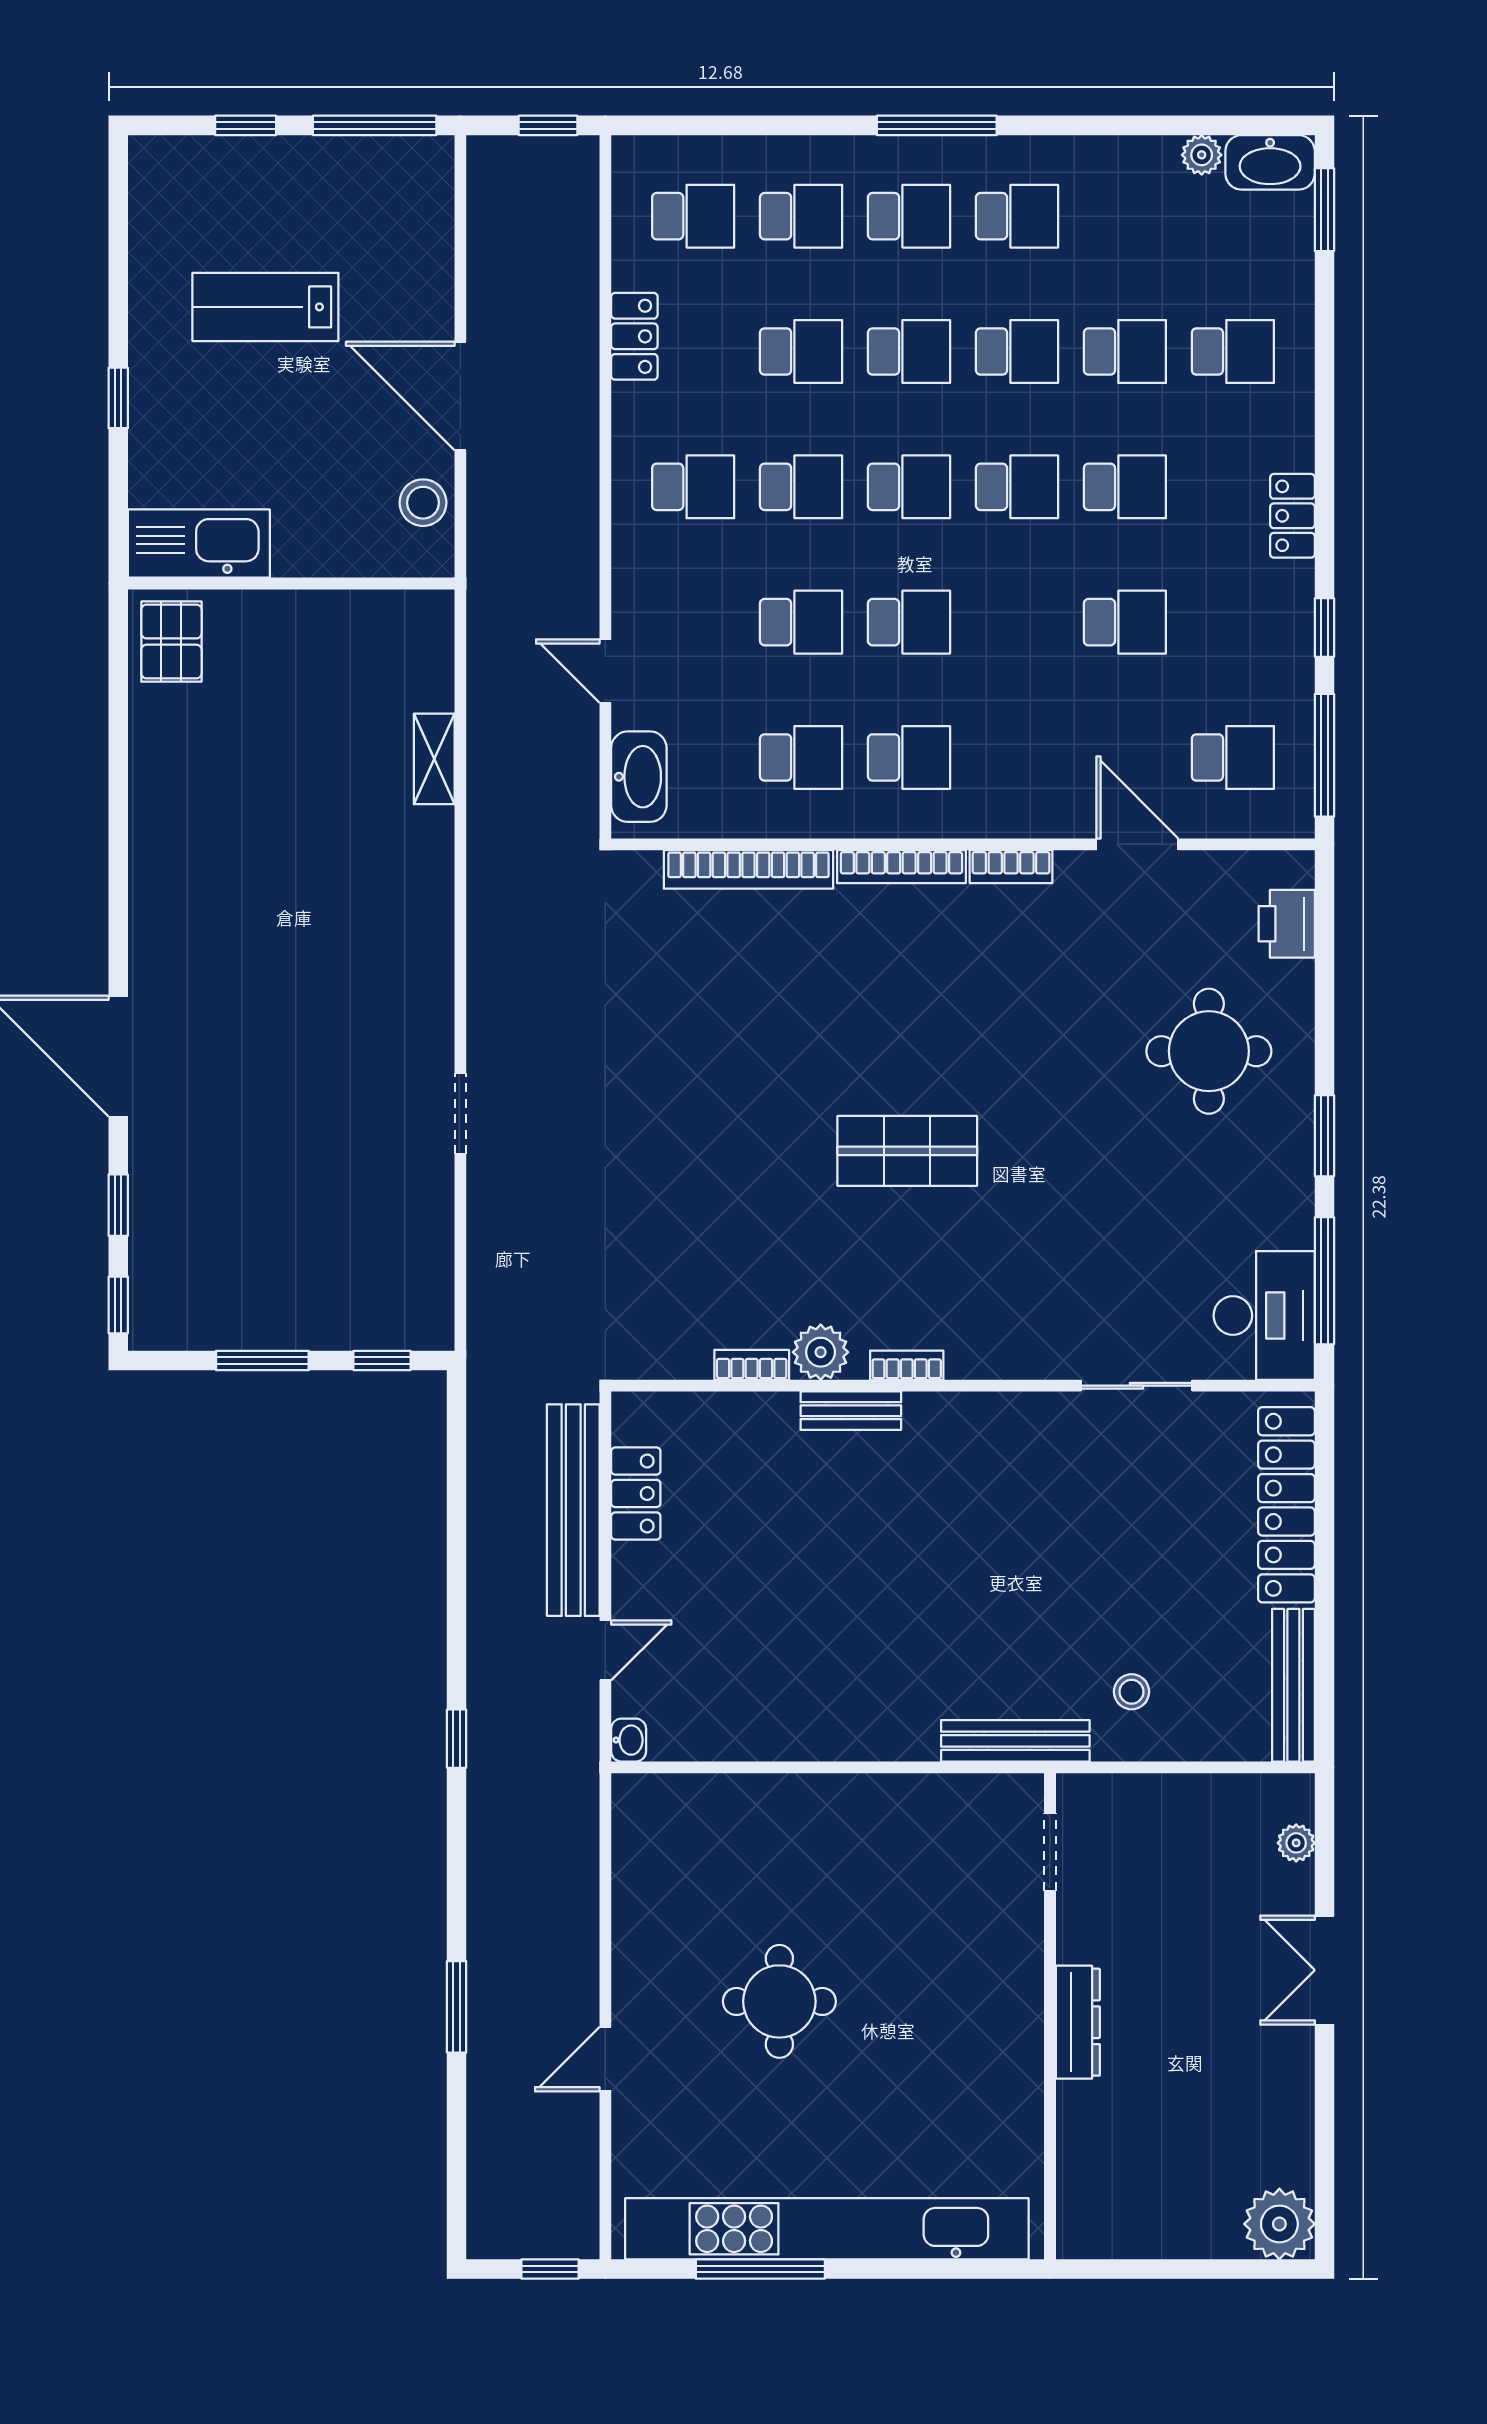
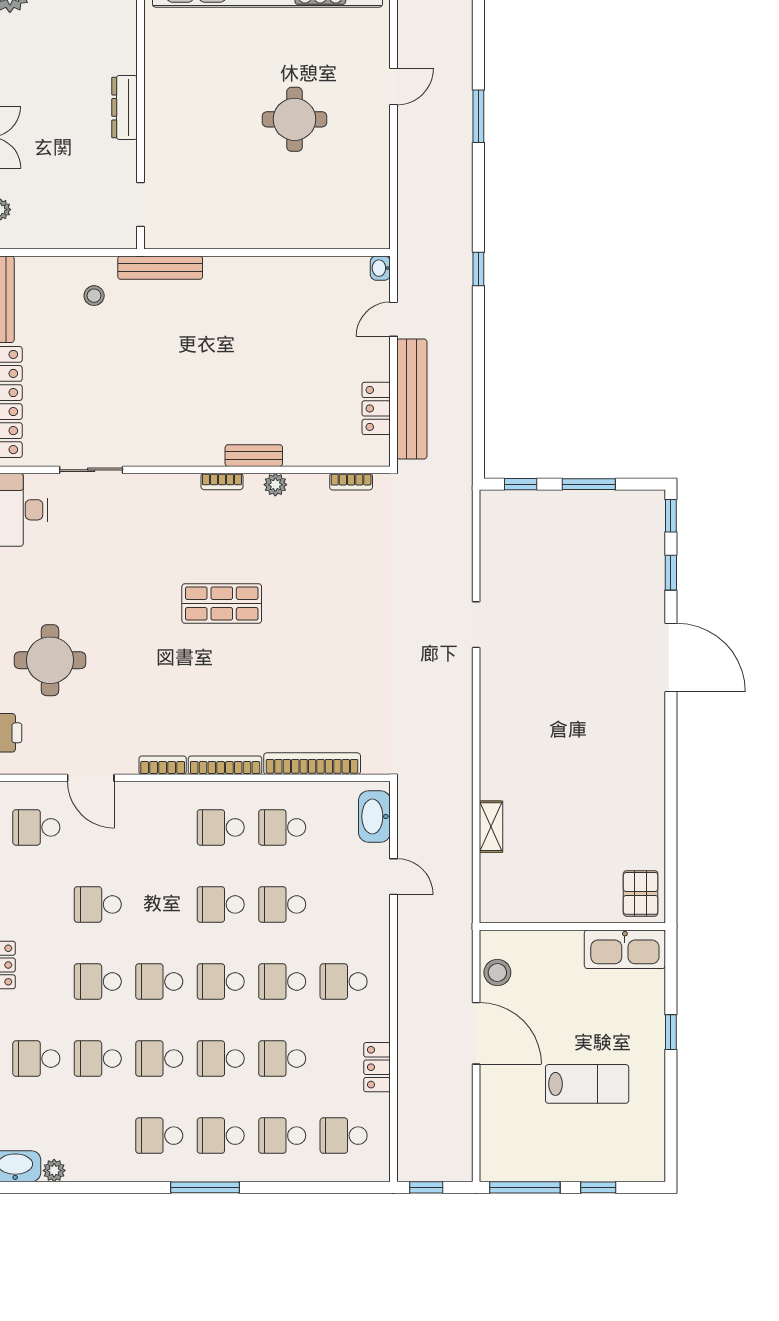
plant: (821, 1352) -> (275, 485), width x0.73, depth x0.73
bookcase: (752, 1365) -> (351, 482), moved

